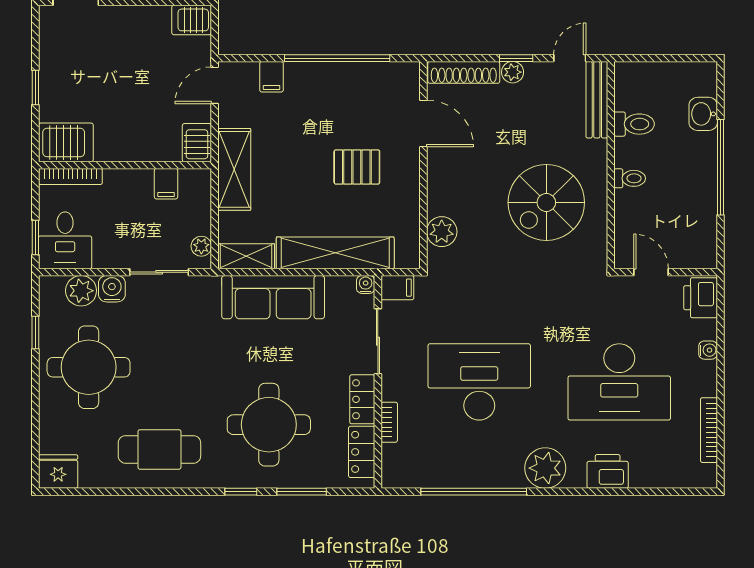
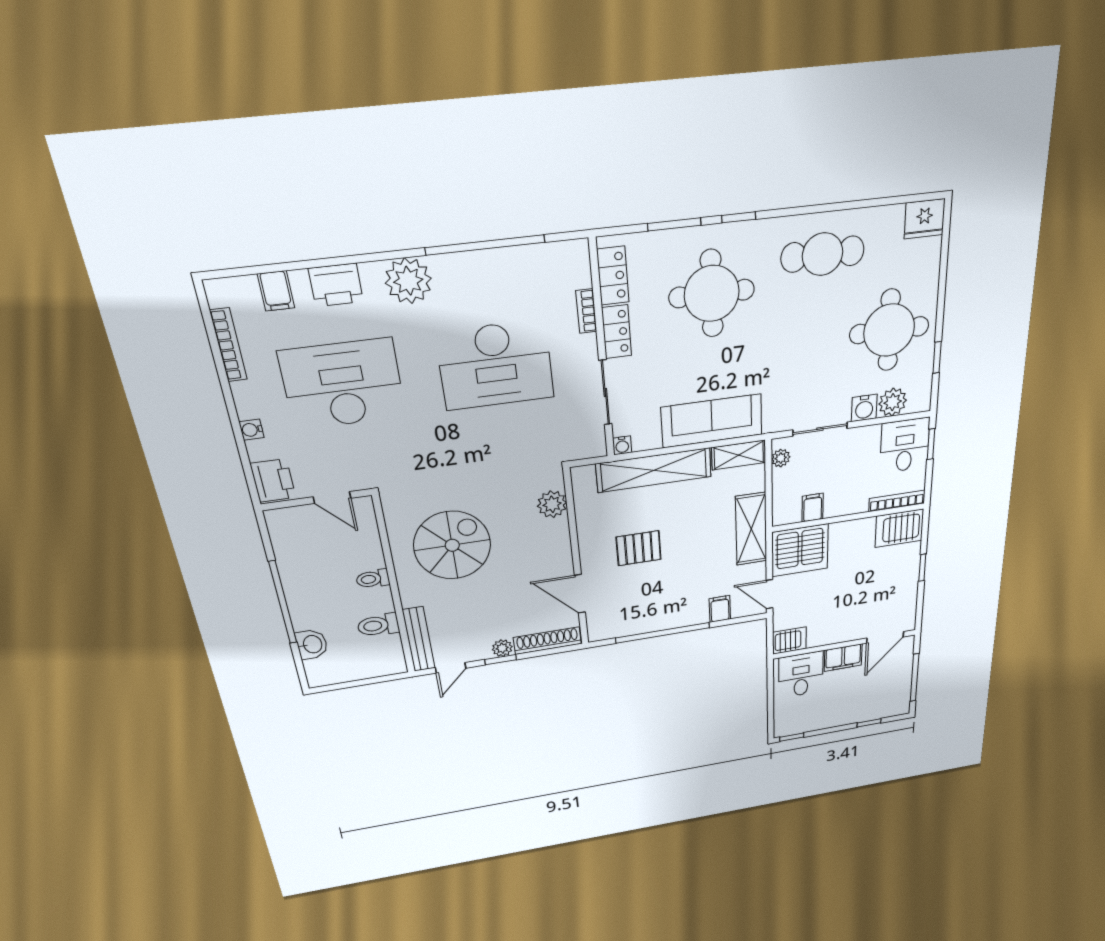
door: (215, 85) -> (770, 594), swing flipped
server rack: (197, 143) -> (800, 550), width x2.18, depth x1.44
filing cabinet: (397, 288) -> (276, 291), moved, turned -90

